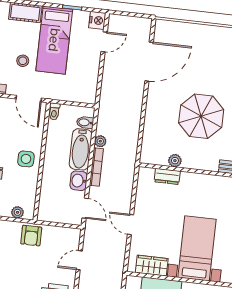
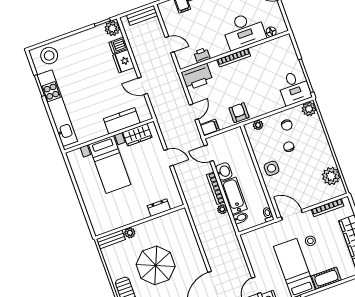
plant: (175, 161) -> (130, 233), moved
filing cabinet: (71, 235) -> (210, 128), added

